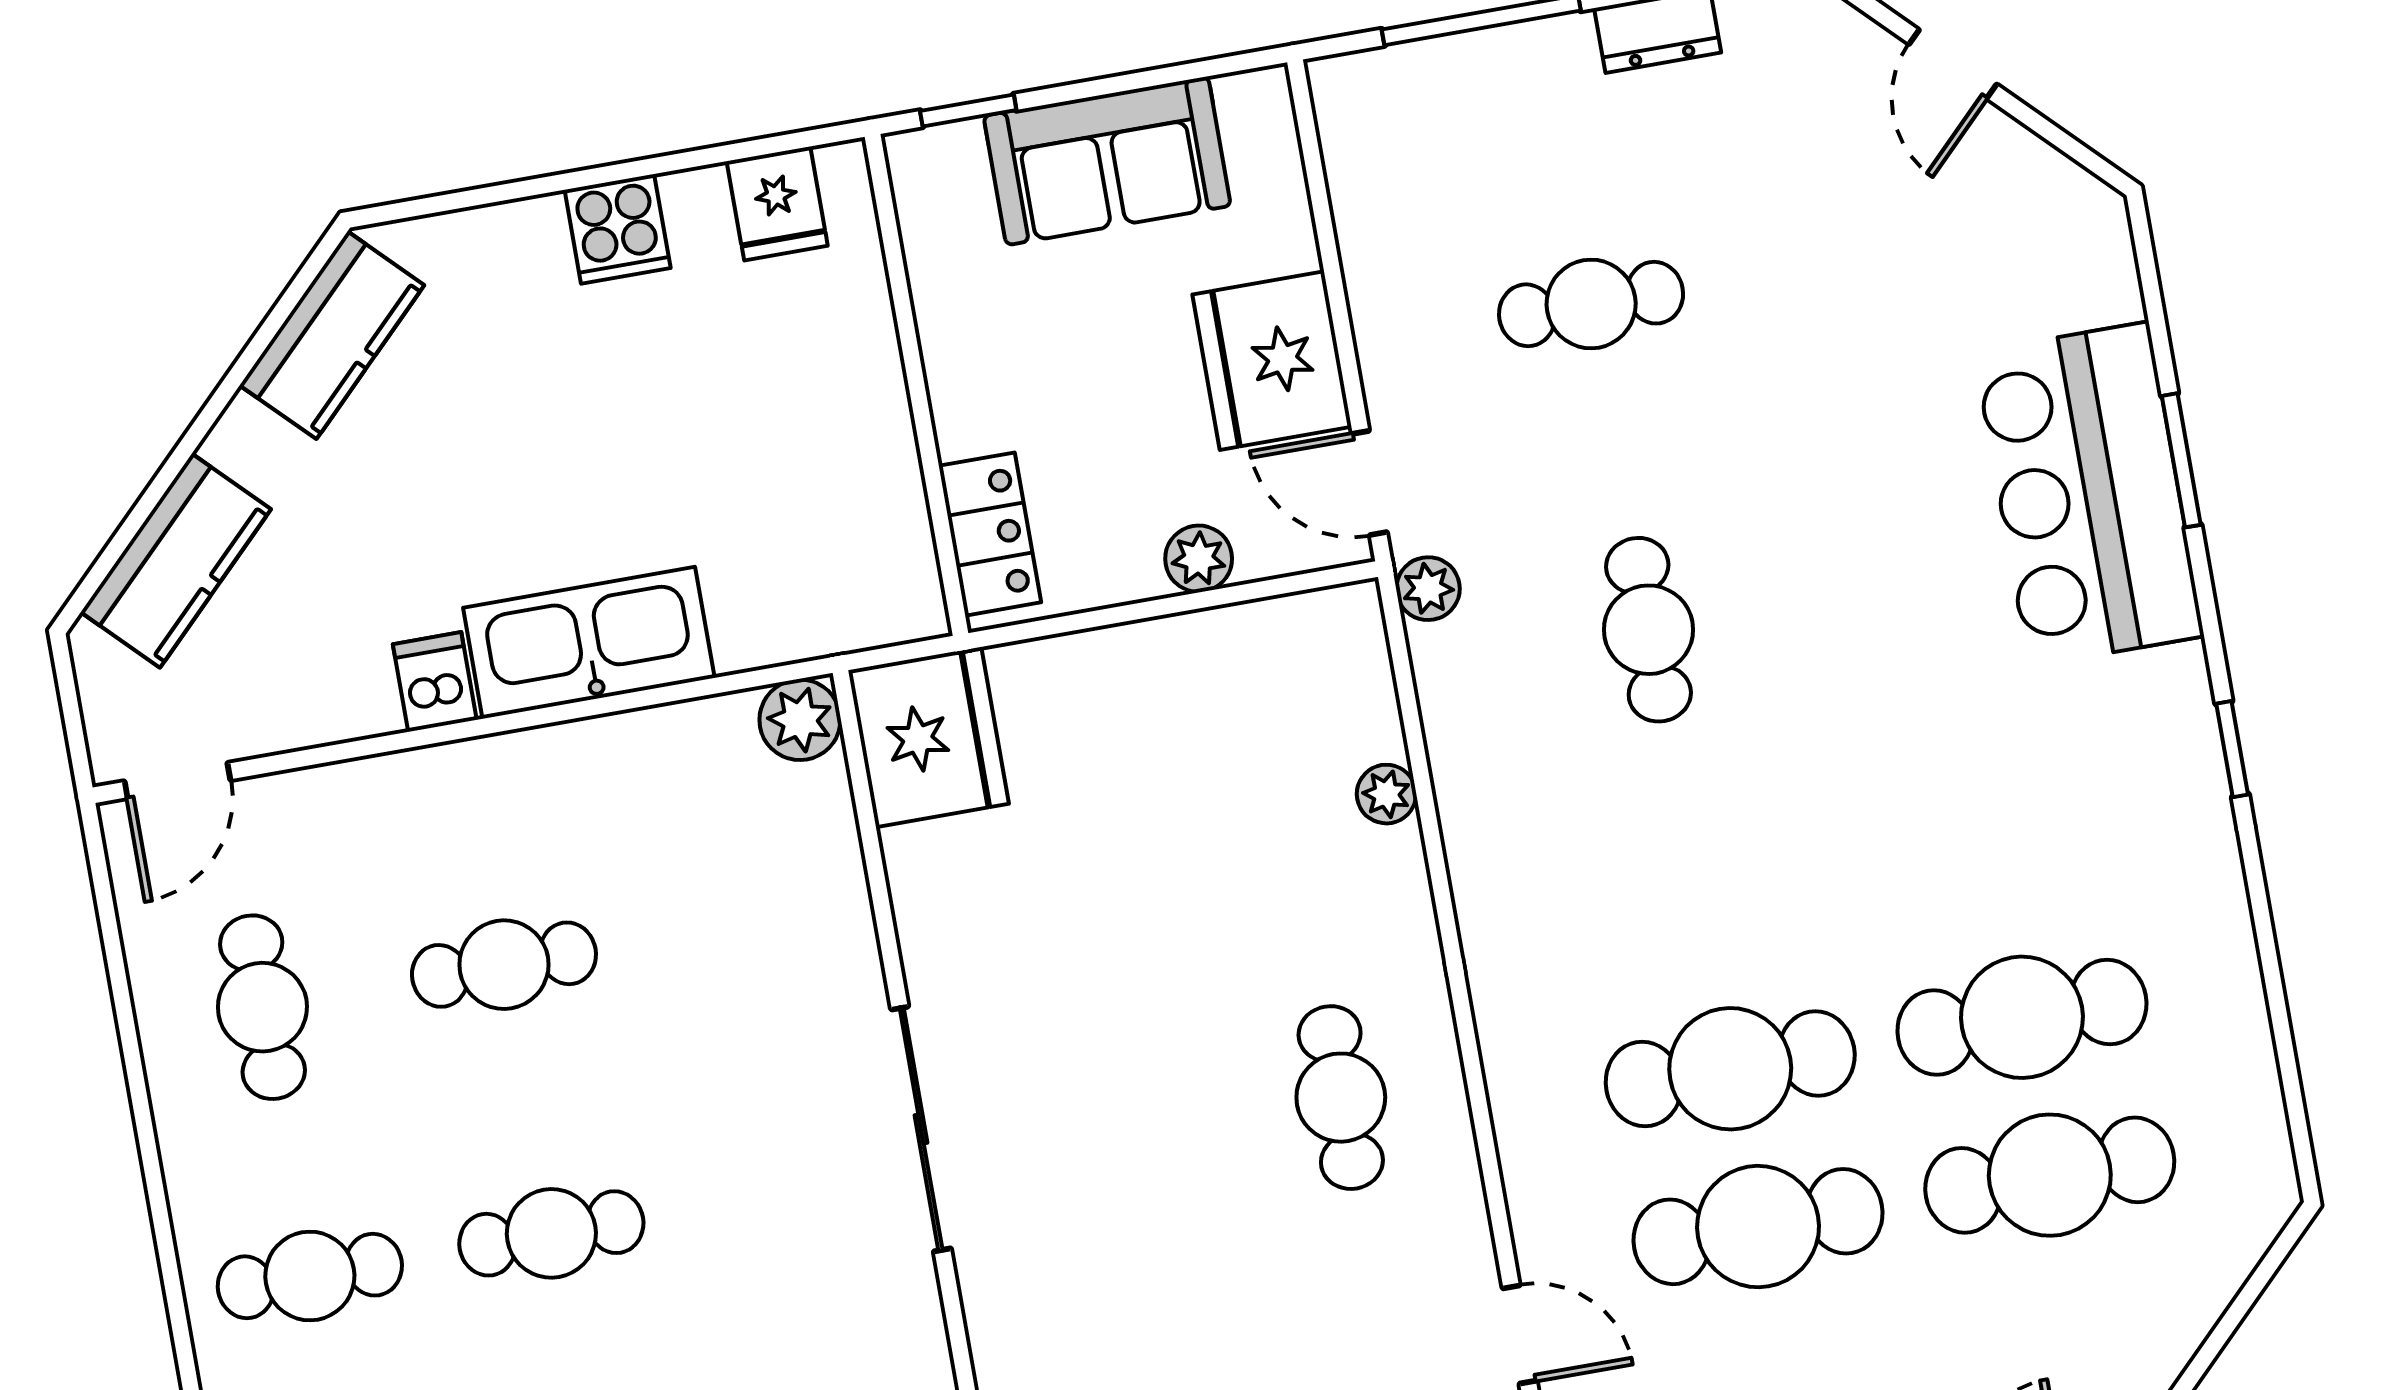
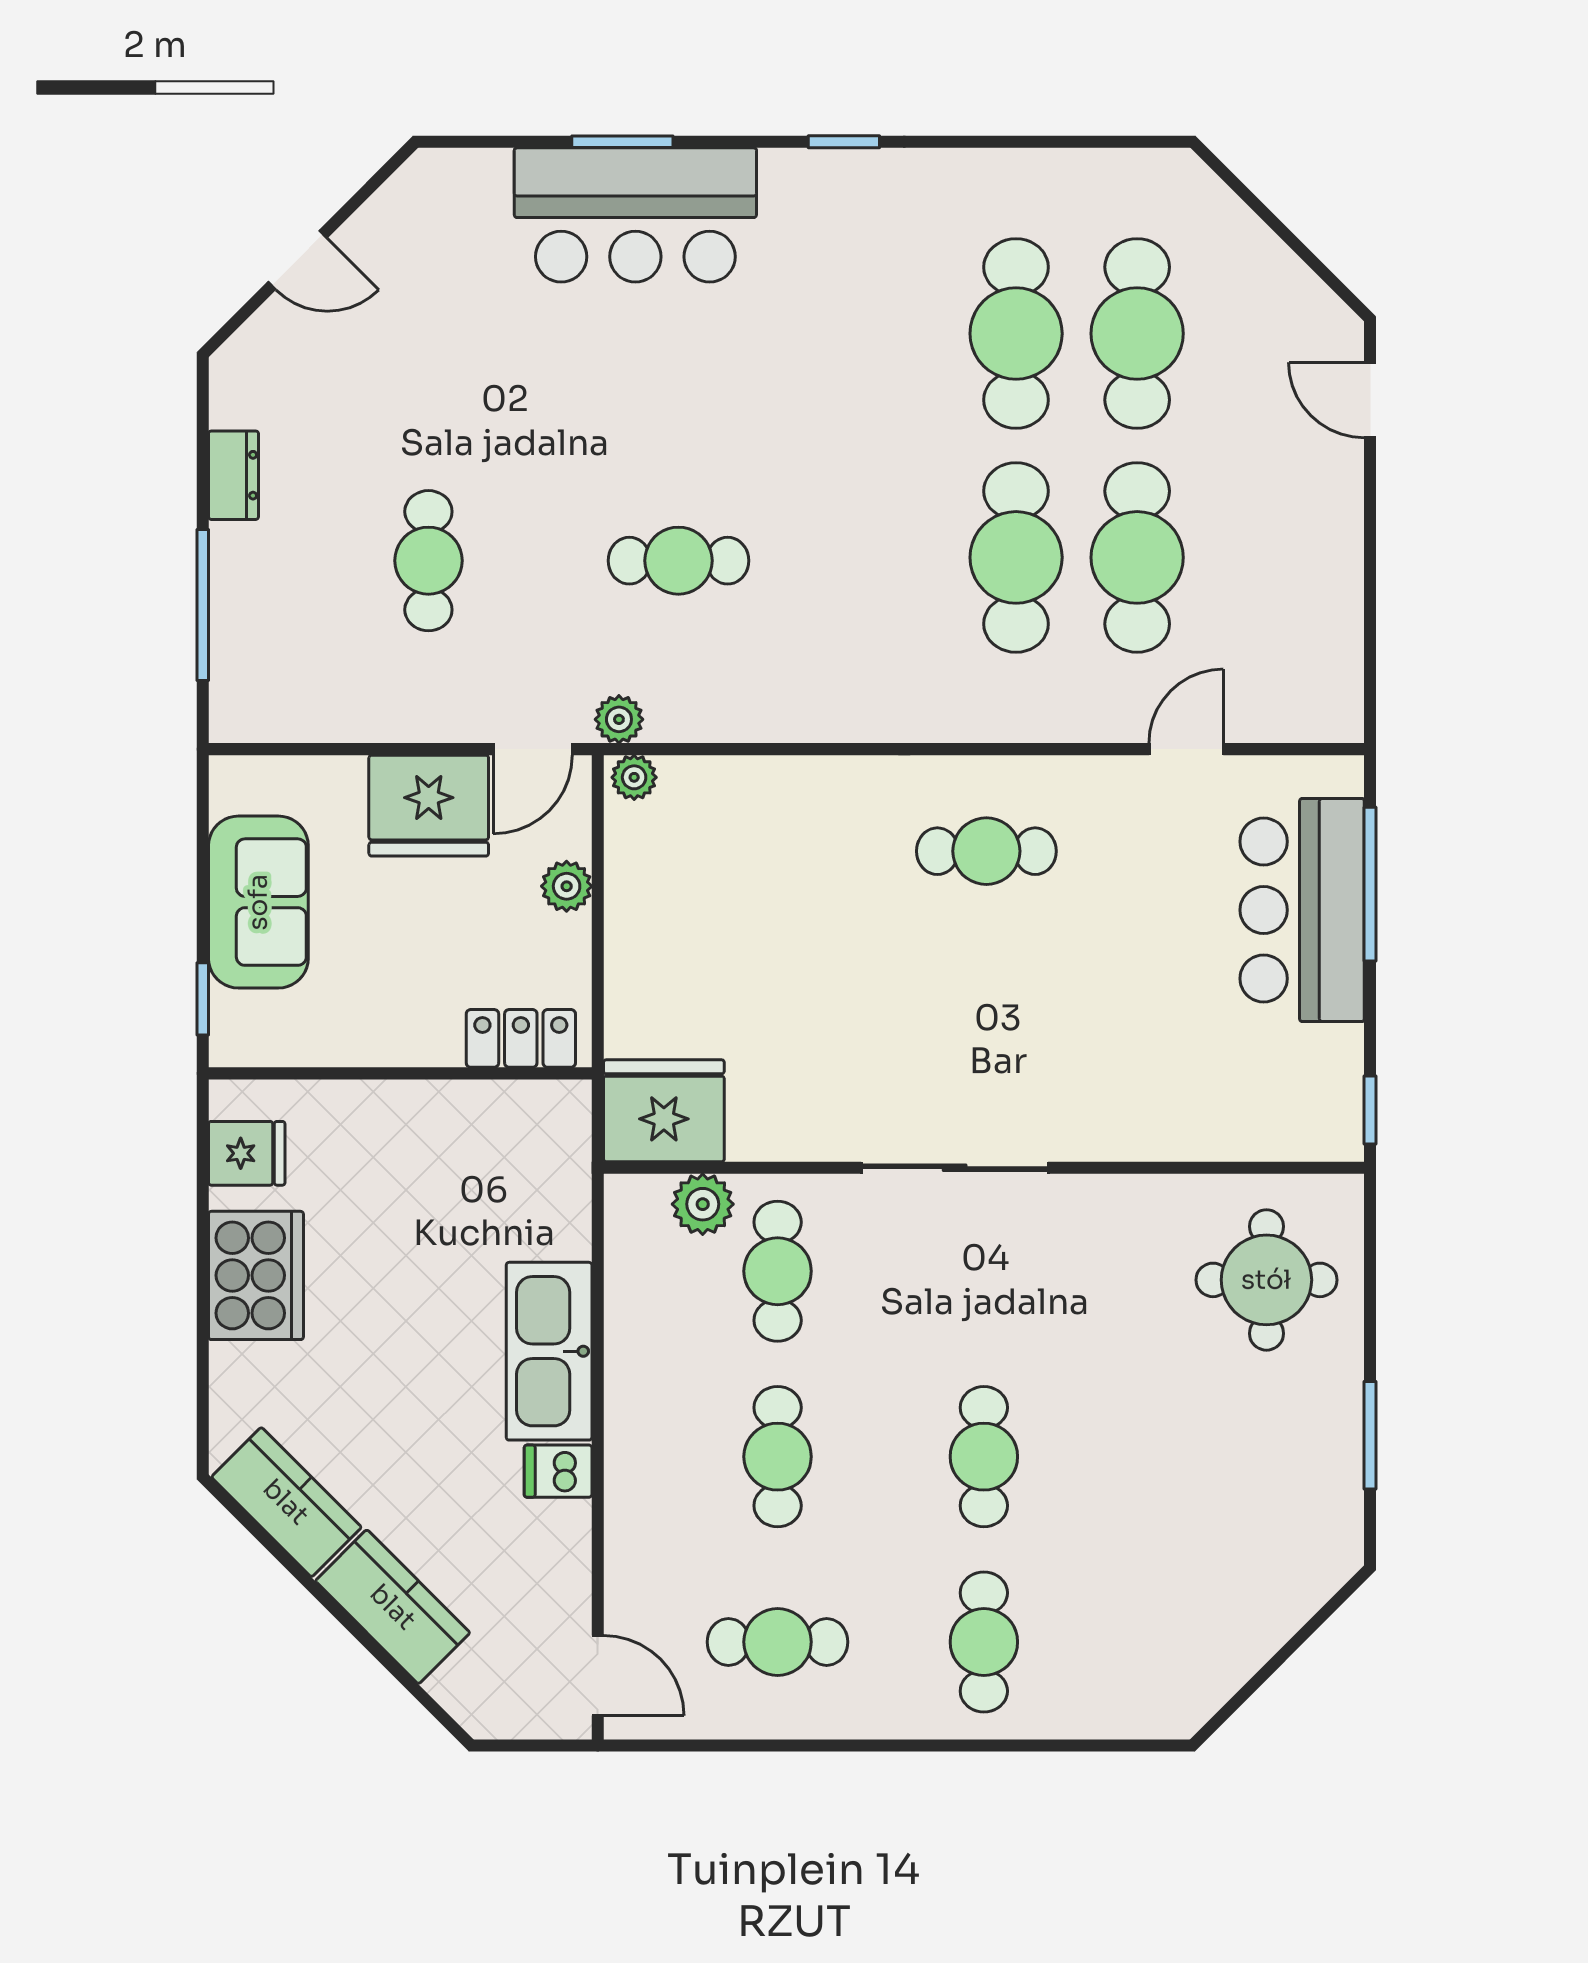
cooker: (618, 229) -> (256, 1275), width x1.87, depth x1.31
kitchen counter: (176, 561) -> (393, 1607), moved
plant: (800, 720) -> (703, 1204), moved
plant: (1386, 794) -> (634, 777), moved
cafe table: (745, 922) -> (778, 1271), added

